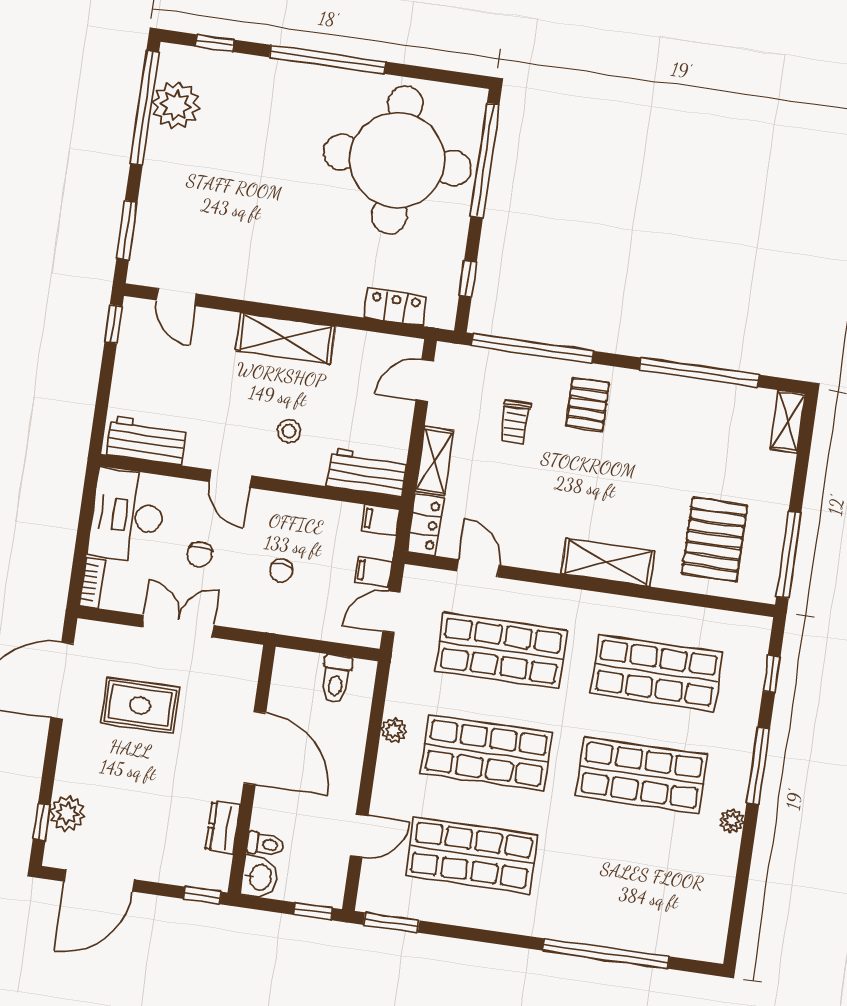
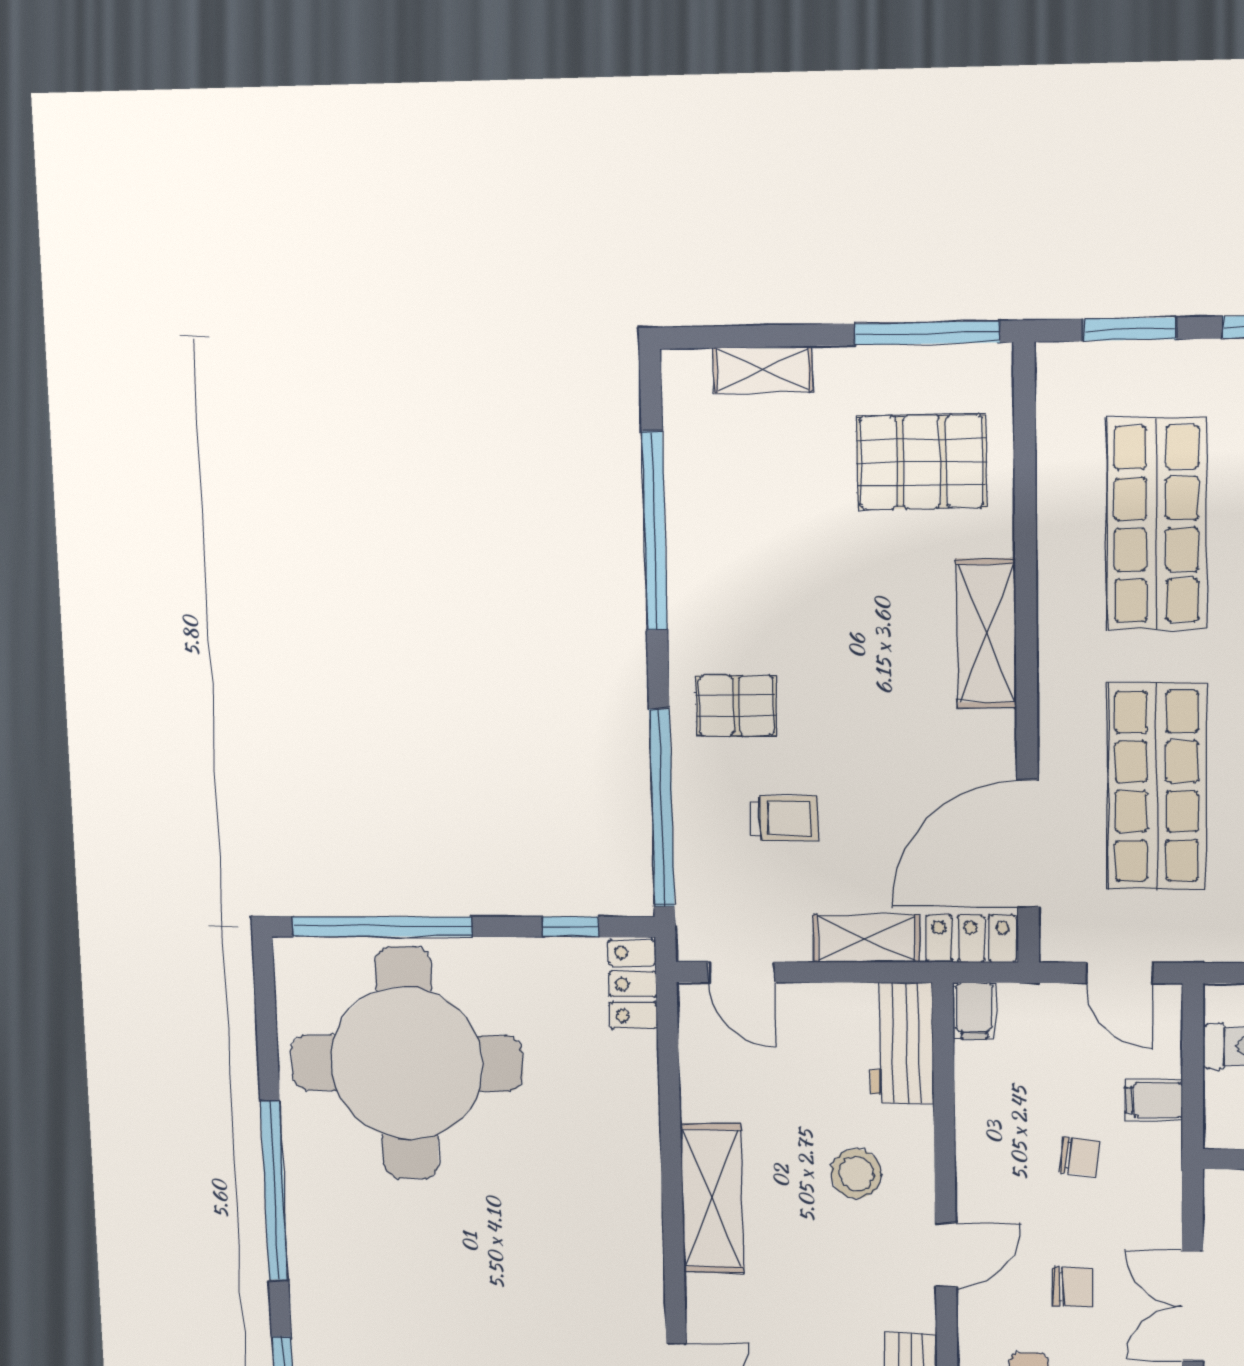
locker: (395, 307) -> (633, 984), moved
shelving: (788, 422) -> (763, 370), moved
stool: (289, 431) -> (856, 1174), width x1.37, depth x1.37
door: (478, 568) -> (1028, 844), width x1.88
filing cabinet: (373, 572) -> (1154, 1100), moved, turned 90
window: (771, 674) -> (1130, 329), width x1.50

